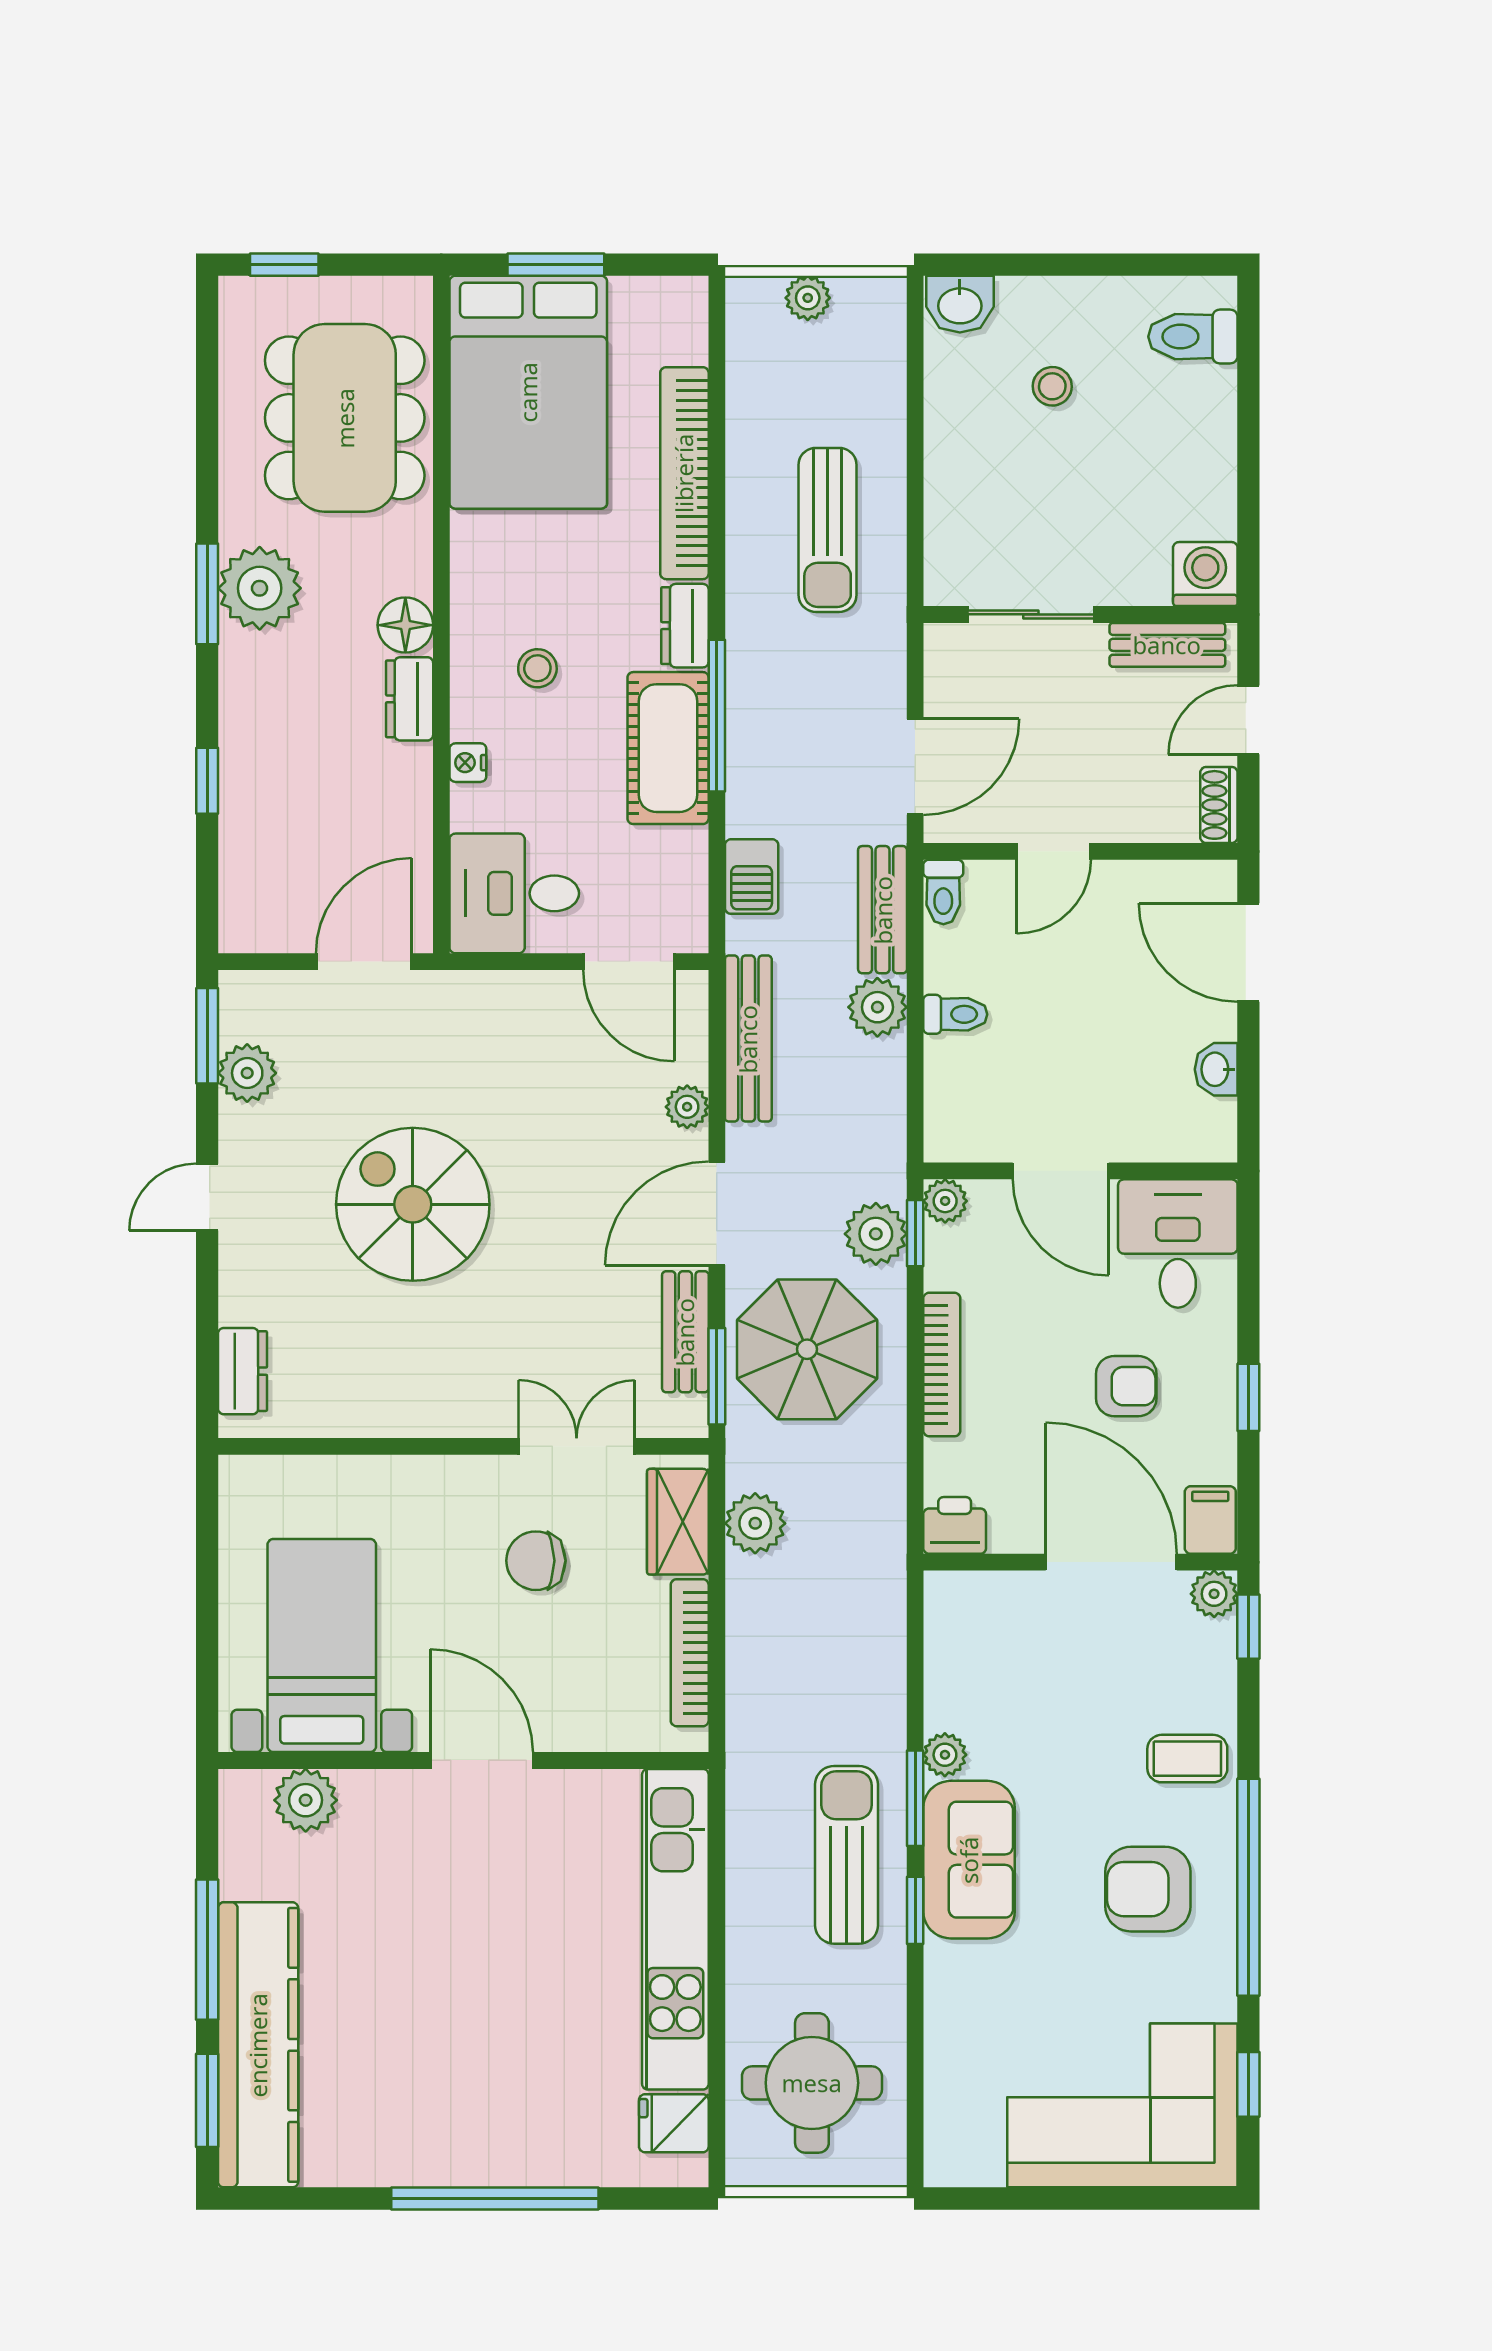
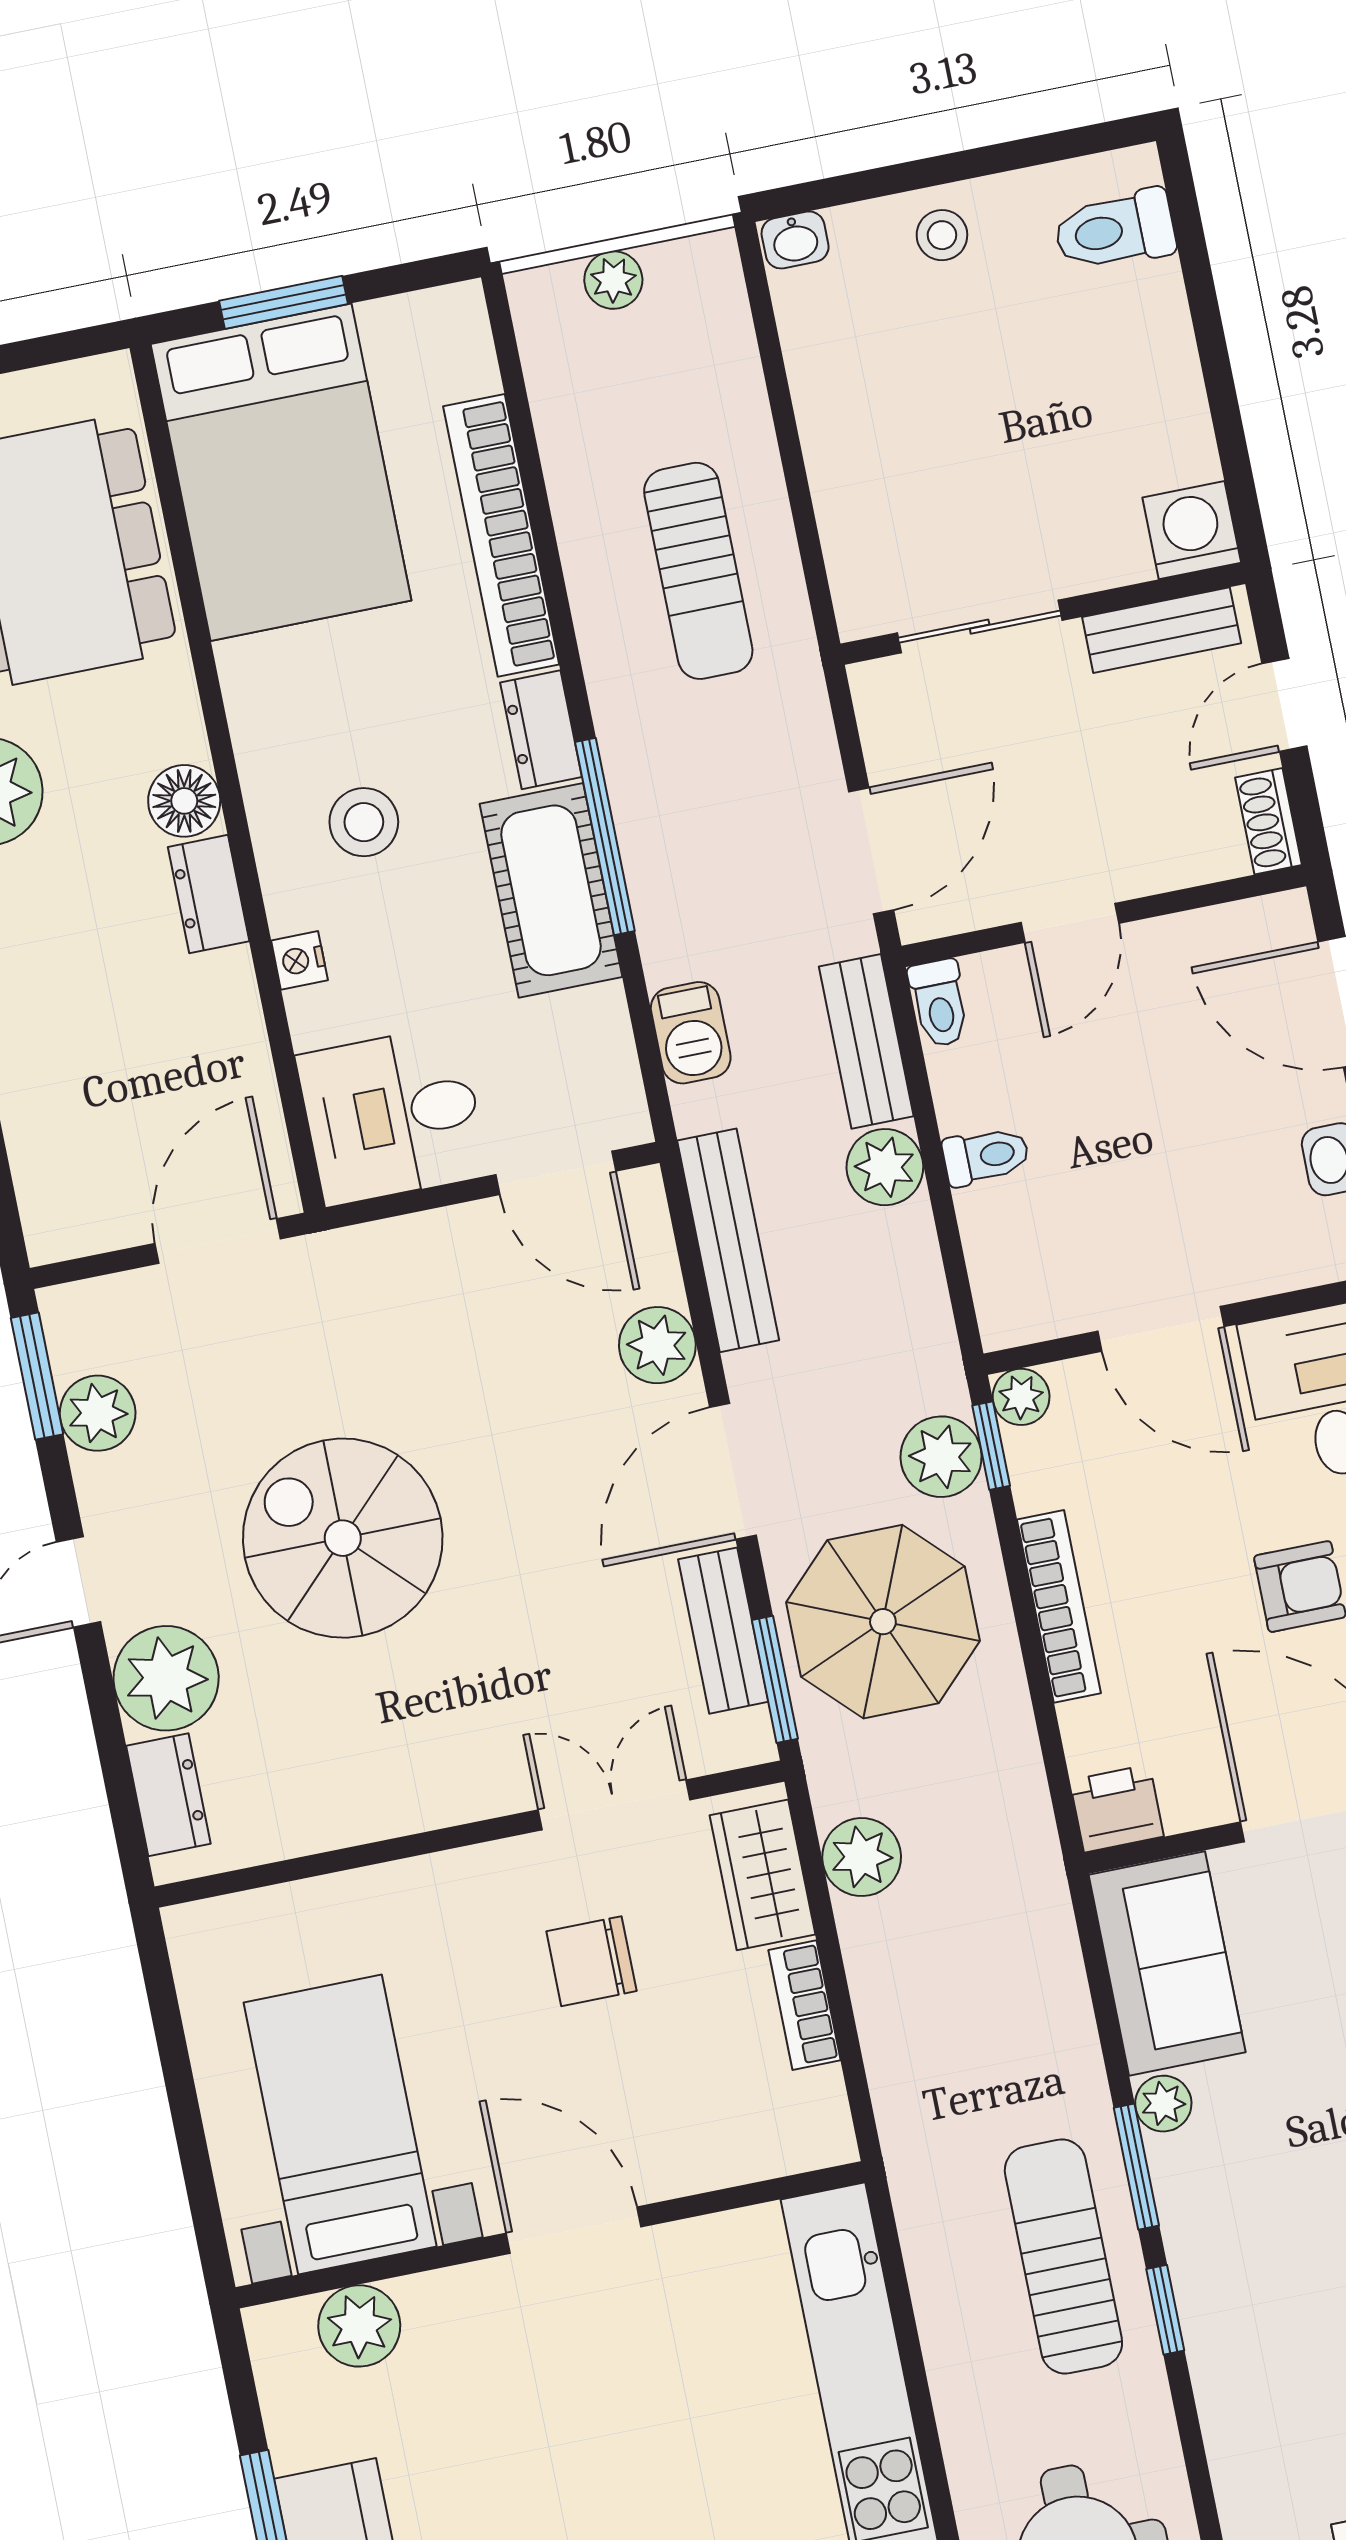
washbasin: (960, 304) -> (795, 240), width x0.72, depth x0.69
stool: (1052, 386) -> (942, 235), moved
stool: (537, 668) -> (364, 822), width x1.37, depth x1.37
plant: (687, 1107) -> (657, 1345), width x1.38, depth x1.38
plant: (258, 1283) -> (166, 1678), added
bookcase: (690, 1653) -> (805, 2005), width x0.64
sofa: (969, 1860) -> (1167, 1964), moved

